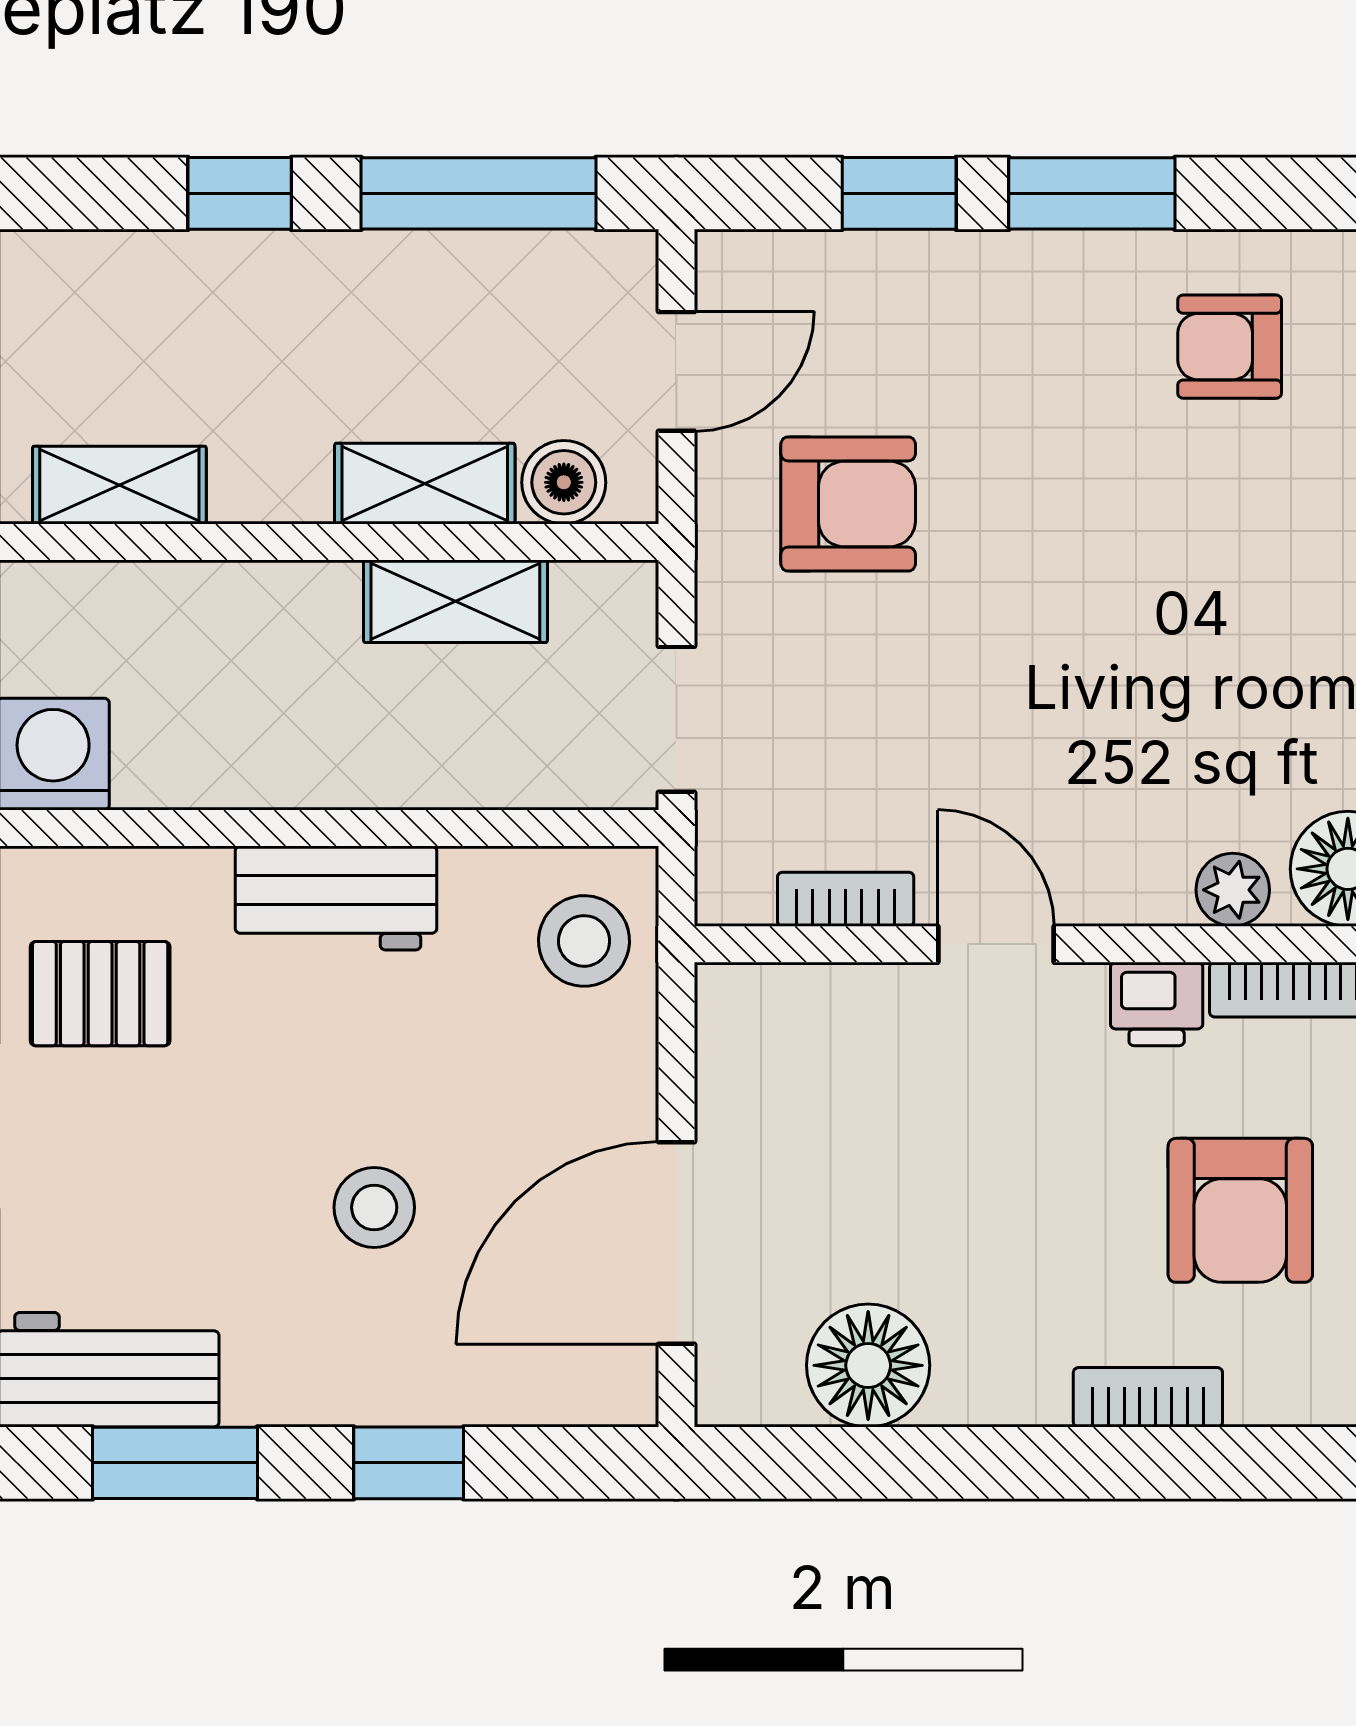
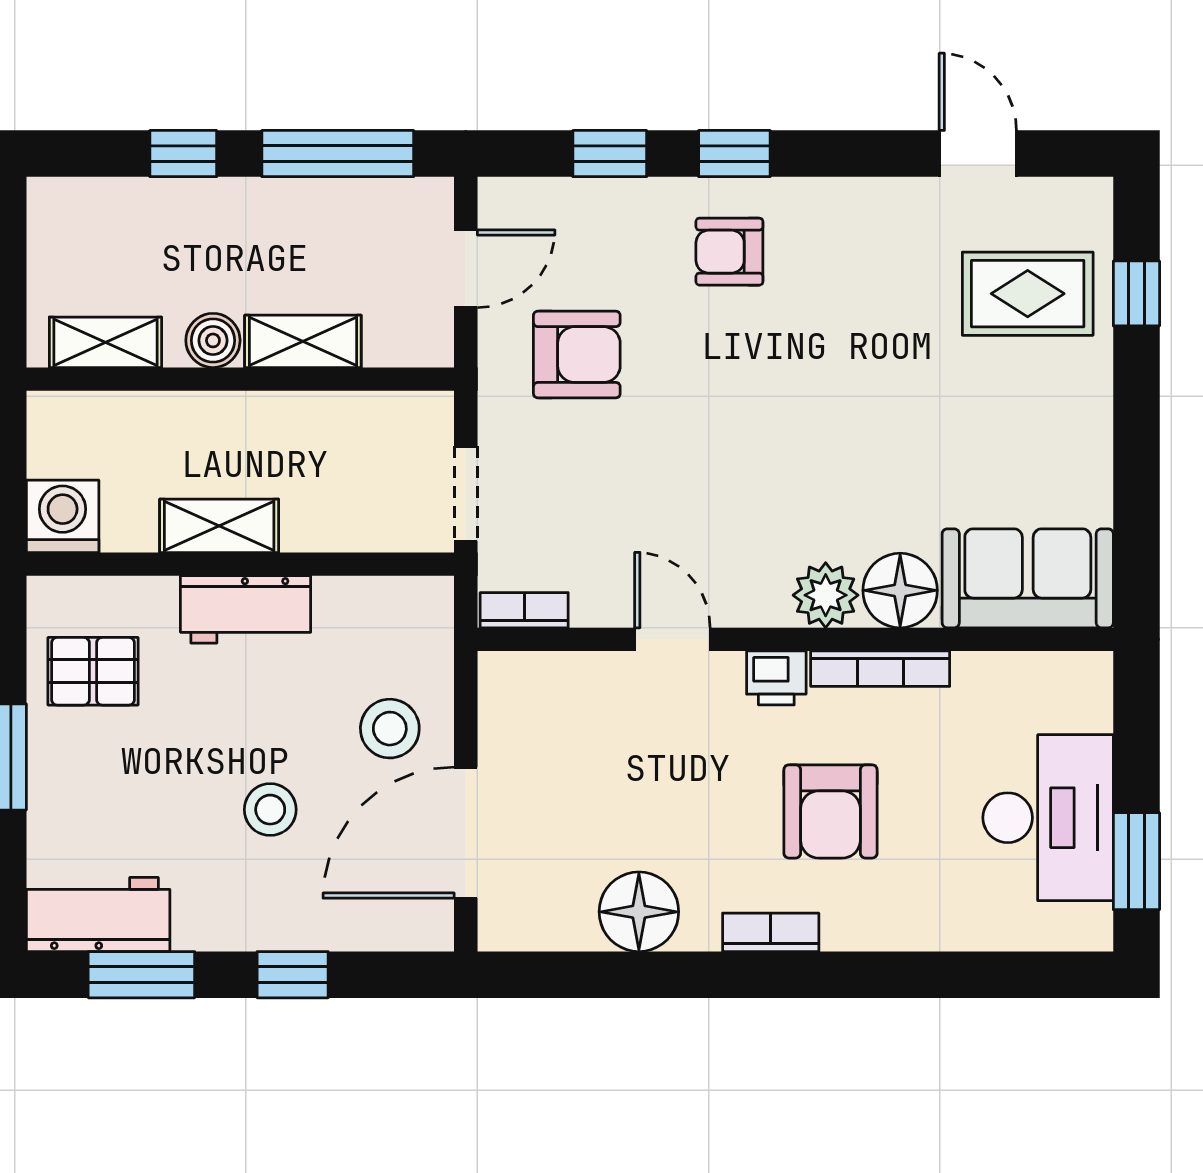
window: (1092, 193) -> (734, 154), width x0.67
armchair: (1230, 347) -> (729, 252), moved
boiler: (564, 482) -> (213, 340), moved
shelving: (455, 601) -> (219, 526), moved
plant: (1233, 890) -> (826, 595), width x1.38, depth x1.38
bookcase: (846, 899) -> (524, 610), moved
stool: (584, 941) -> (390, 729), moved
floor lamp: (868, 1365) -> (639, 912), moved

